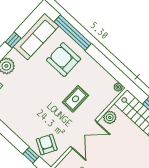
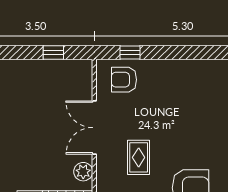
armchair: (47, 144) -> (124, 80), turned 151

